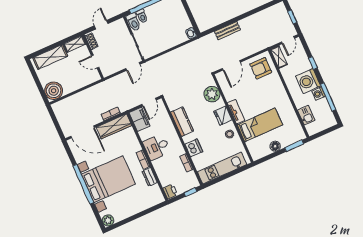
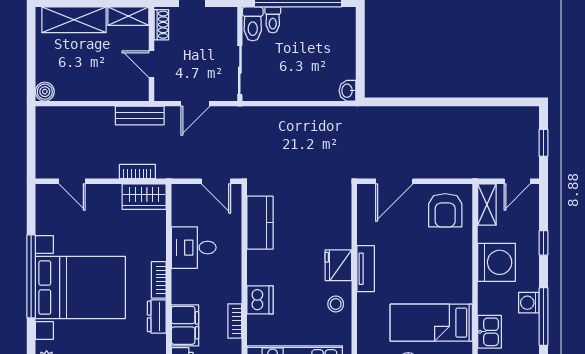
bench: (227, 31) -> (140, 116), moved
door: (133, 66) -> (195, 104), moved
armchair: (261, 68) -> (445, 210), turned -90
washing machine: (308, 81) -> (497, 262), moved, turned 180
boiler: (54, 91) -> (45, 92), width x0.54, depth x0.54
plant: (212, 94) -> (336, 218), removed
door: (149, 102) -> (216, 181), hinge flipped
filing cabinet: (140, 119) -> (185, 325), moved
kitchen counter: (182, 122) -> (260, 223), moved
bed: (260, 125) -> (431, 323), moved, turned 180
wardrobe: (114, 126) -> (144, 197), width x0.67
door: (83, 132) -> (72, 181), width x0.53
desk: (157, 147) -> (194, 248), moved

